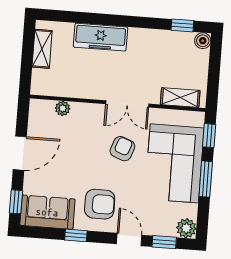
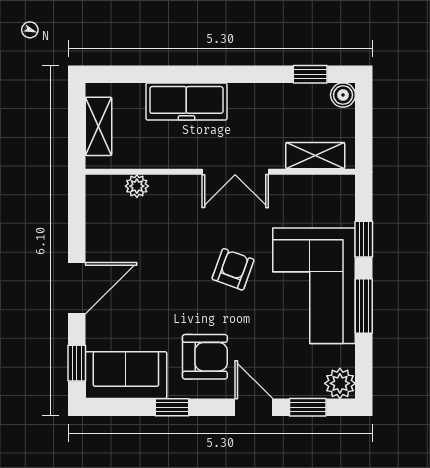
shelving: (180, 97) -> (315, 156), moved
wall: (118, 103) -> (220, 172), moved
double door: (127, 104) -> (235, 172), moved
plant: (63, 108) -> (137, 186), moved

